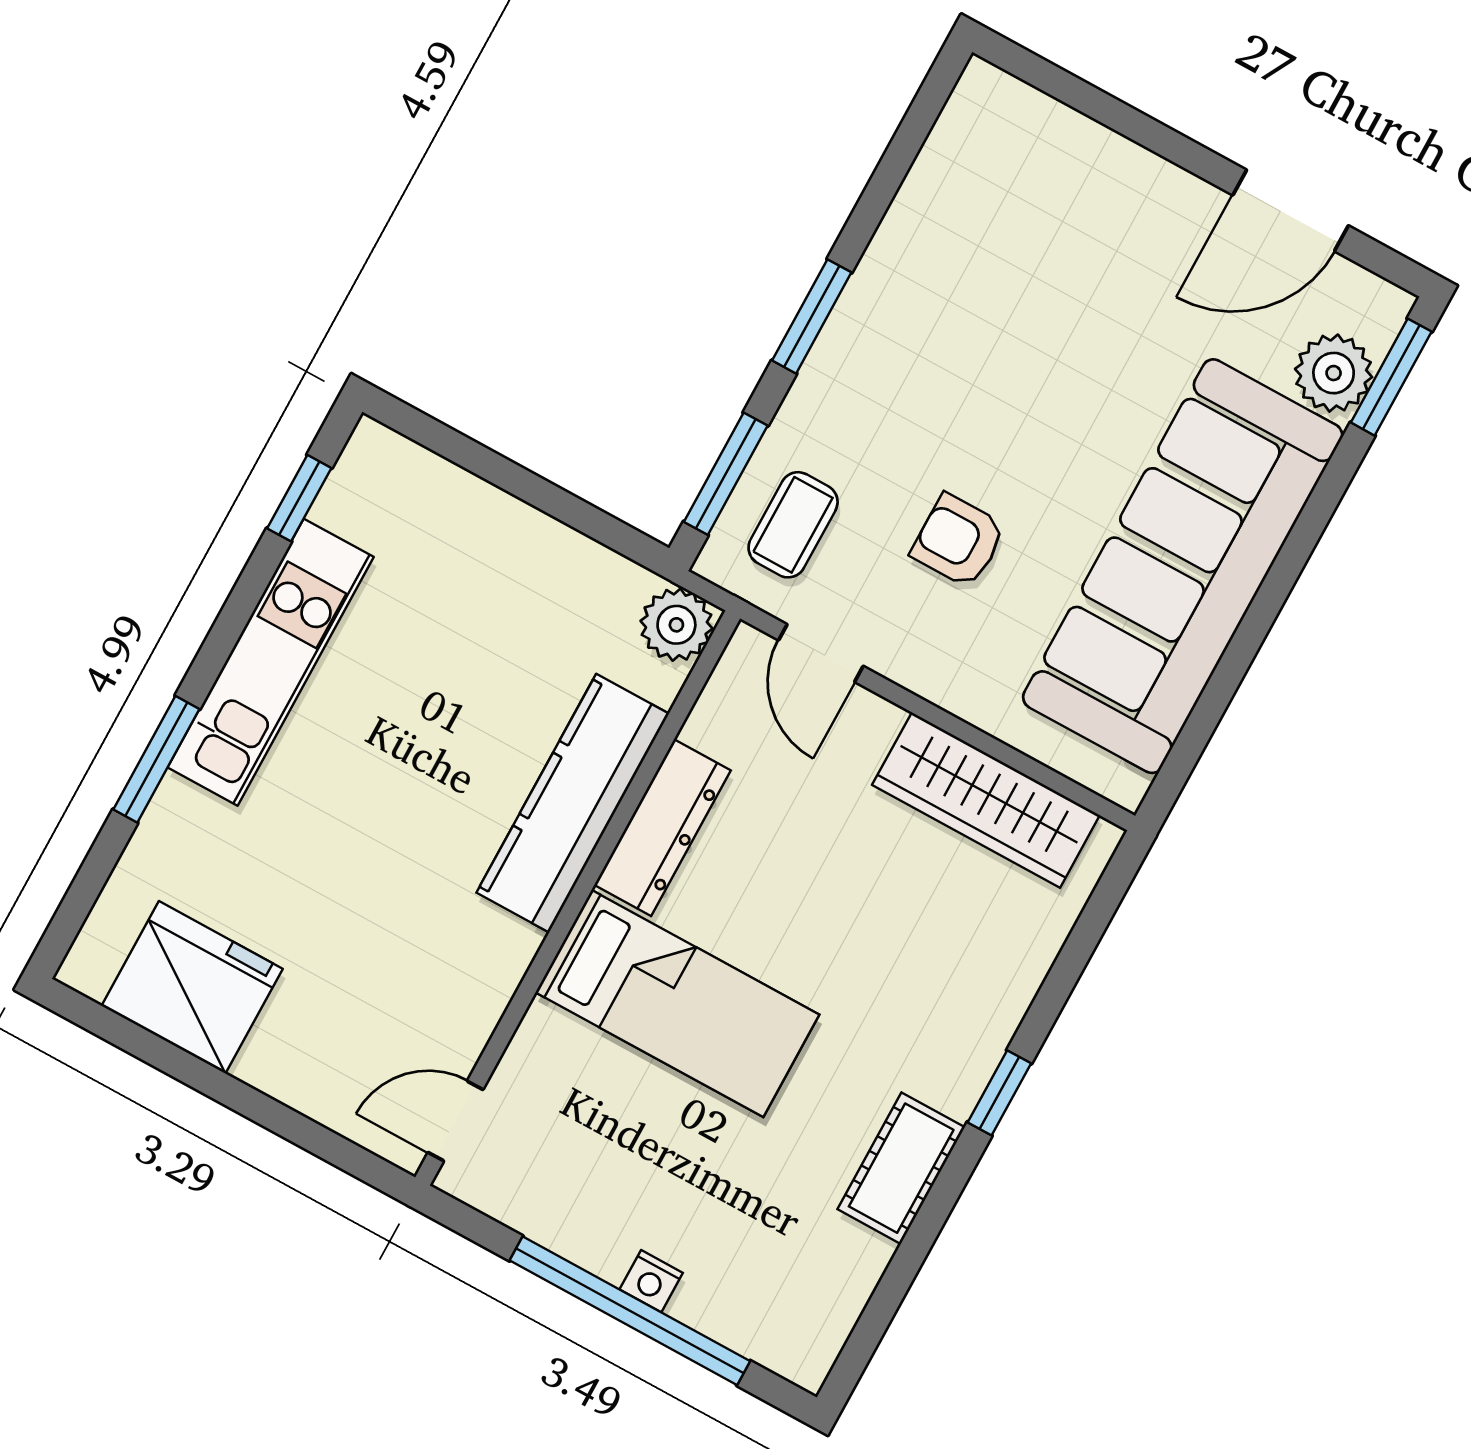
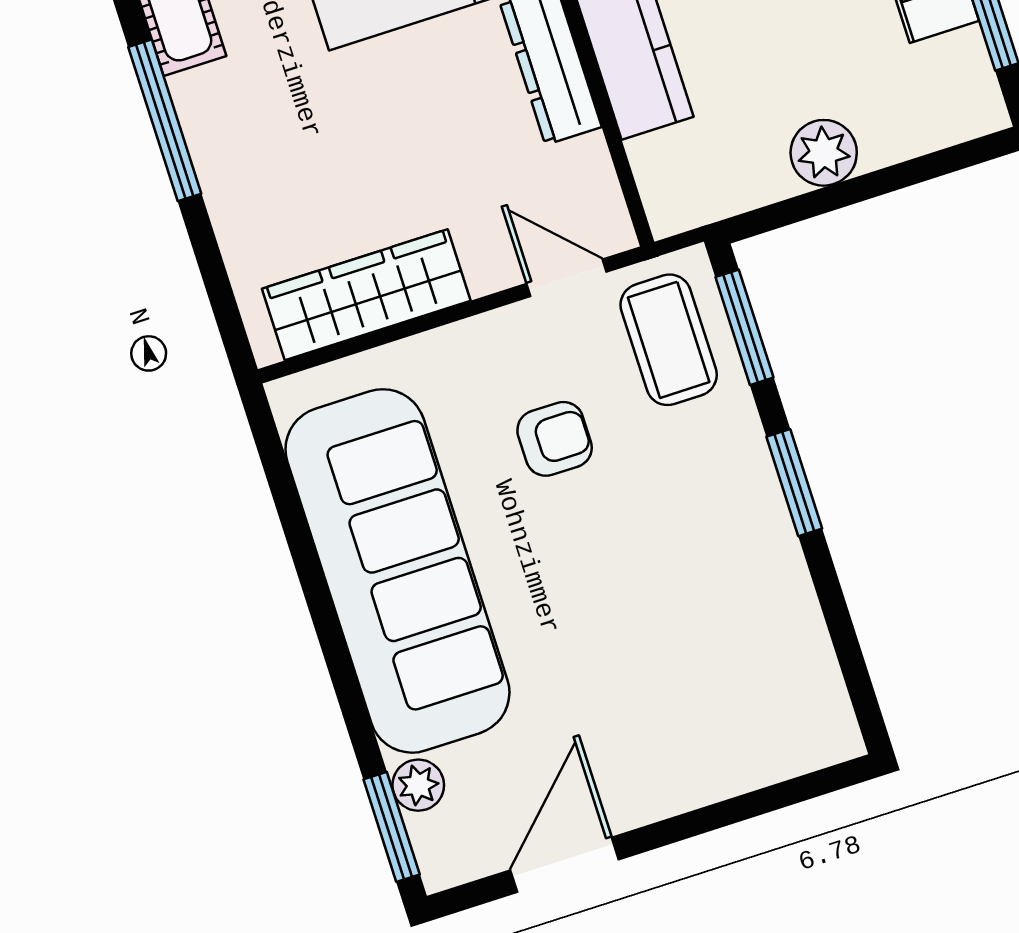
plant: (1334, 373) -> (418, 785), width x0.73, depth x0.73
coffee table: (793, 525) -> (669, 340), width x1.36, depth x1.30
plant: (676, 625) -> (824, 153), moved
window: (999, 1093) -> (165, 120), width x2.17

